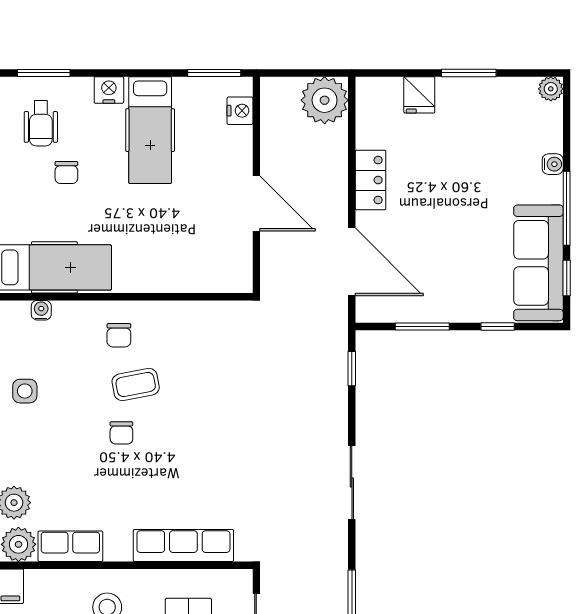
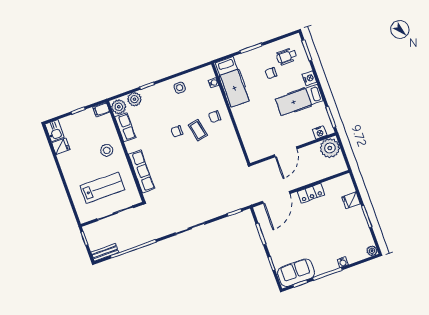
plant: (325, 100) -> (330, 148), moved
sofa: (538, 263) -> (296, 273), width x0.73

